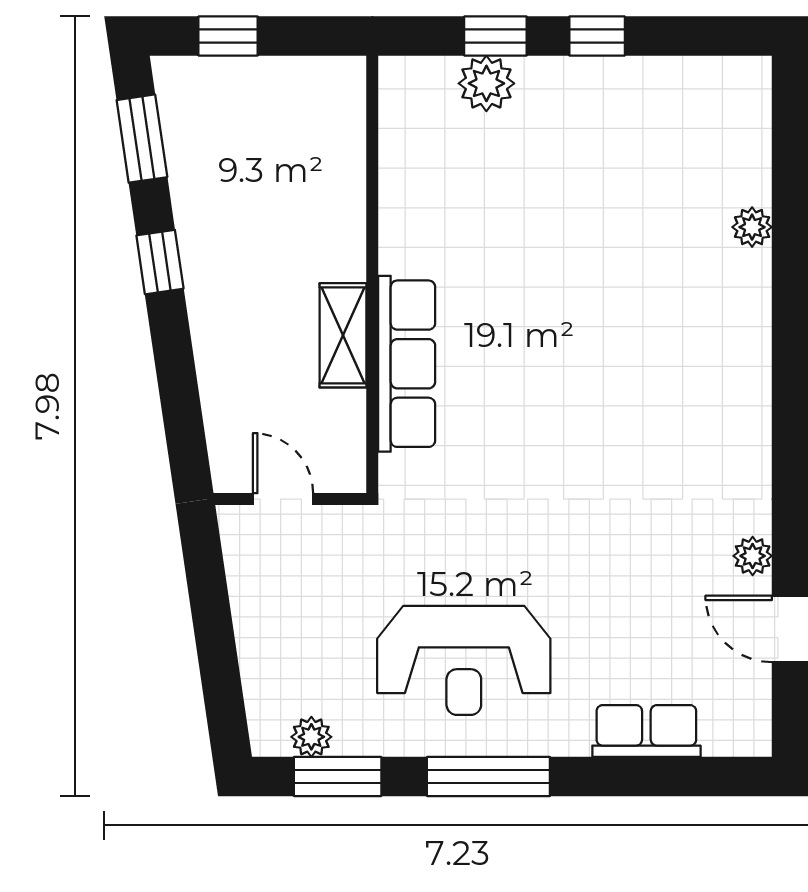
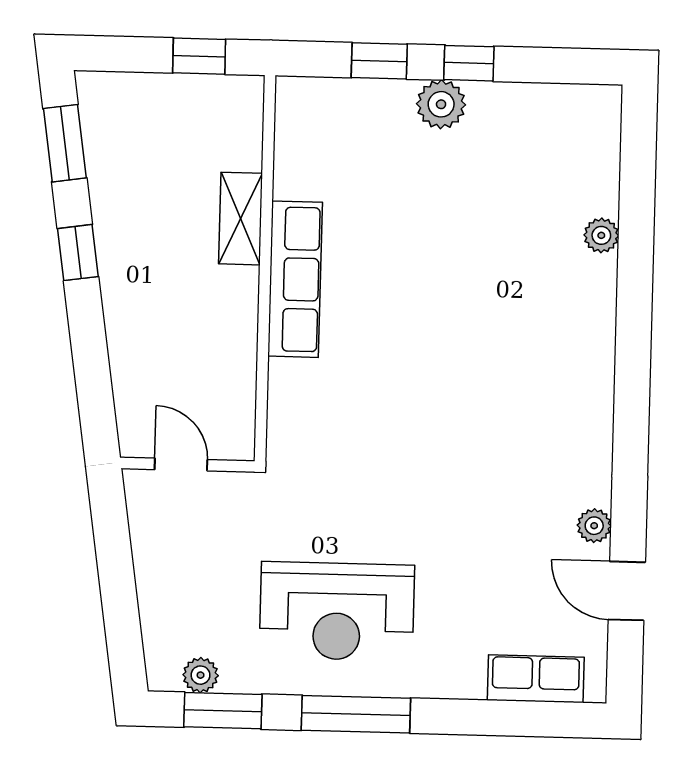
window: (228, 36) -> (199, 56), moved
plant: (486, 83) -> (441, 104), moved
shelving: (343, 335) -> (240, 219), moved
row of seats: (407, 364) -> (295, 279), moved
row of seats: (646, 731) -> (536, 679), moved

